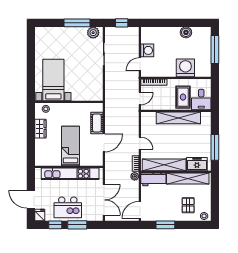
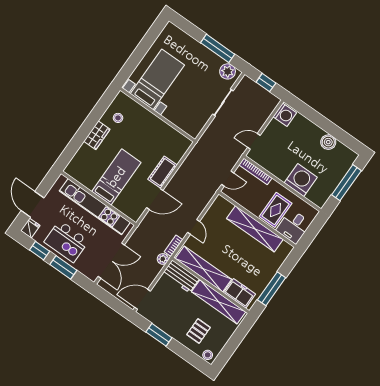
washing machine: (147, 50) -> (285, 115), moved
bed with nightstands: (53, 80) -> (157, 79), moved
wall: (69, 102) -> (157, 115), moved

